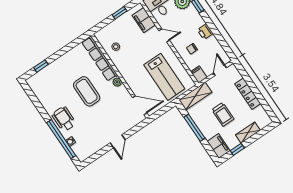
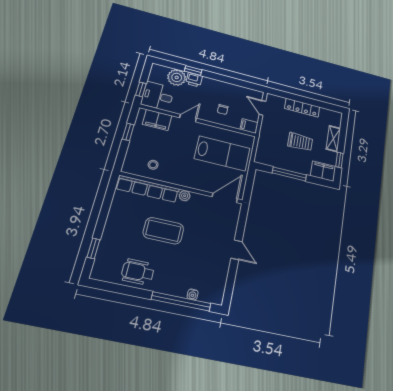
printer: (205, 32) -> (194, 80), moved
shelving: (195, 96) -> (264, 146), removed
wheelchair: (64, 119) -> (138, 272), moved

